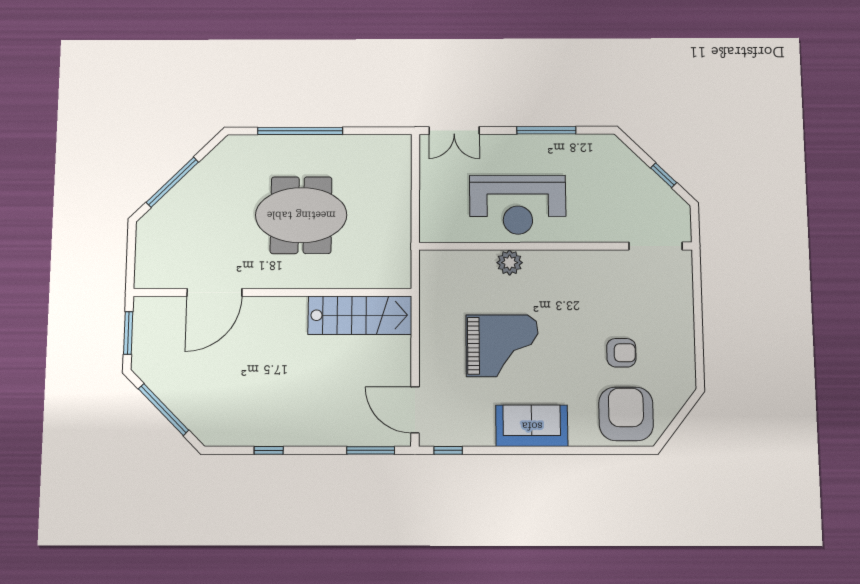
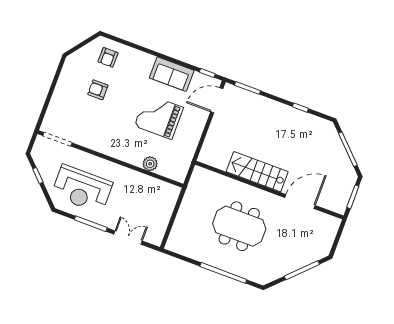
double door: (454, 130) -> (128, 238), moved
reception desk: (518, 205) -> (82, 189), moved, turned 180
plant: (510, 263) -> (150, 164), moved
stairs: (360, 315) -> (257, 172), moved
door: (415, 410) -> (217, 100), swing flipped
armchair: (626, 414) -> (108, 57), width x0.53, depth x0.53
sofa: (532, 426) -> (172, 74), moved

